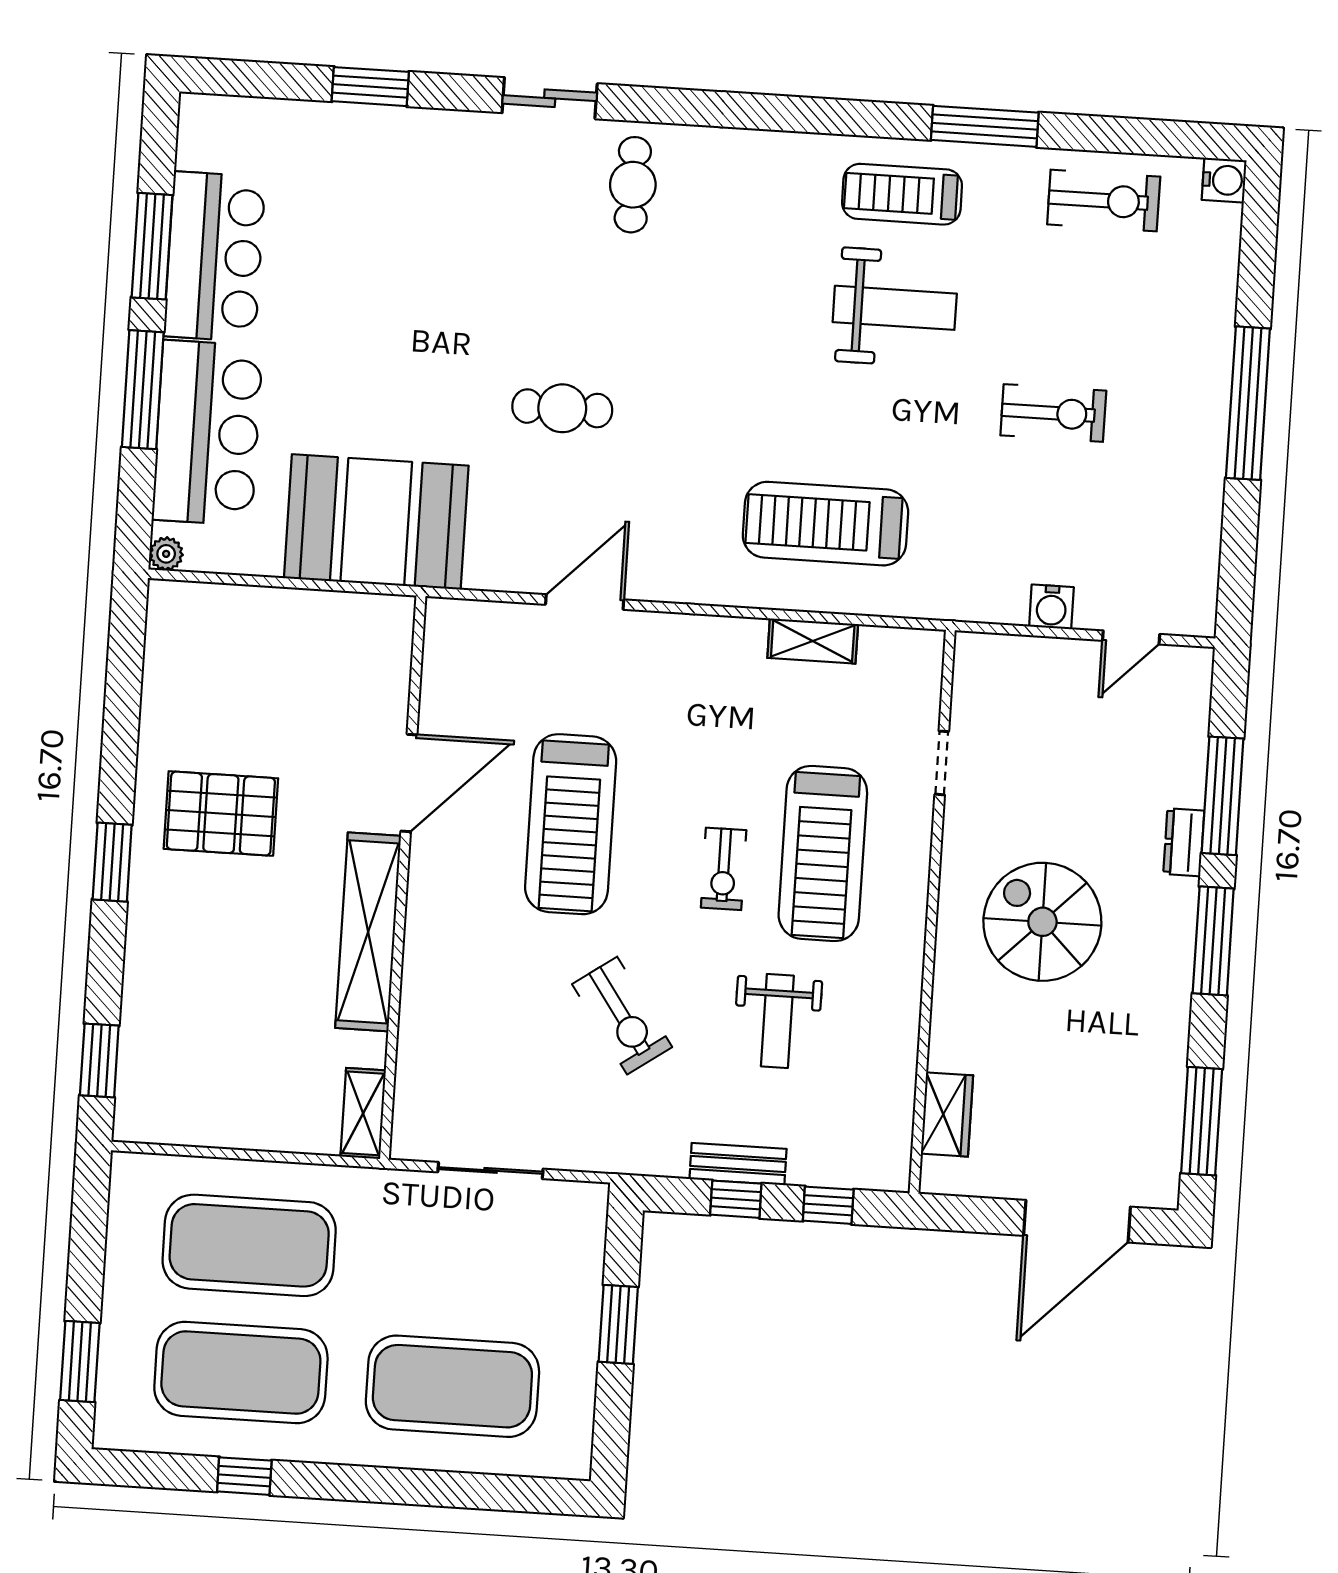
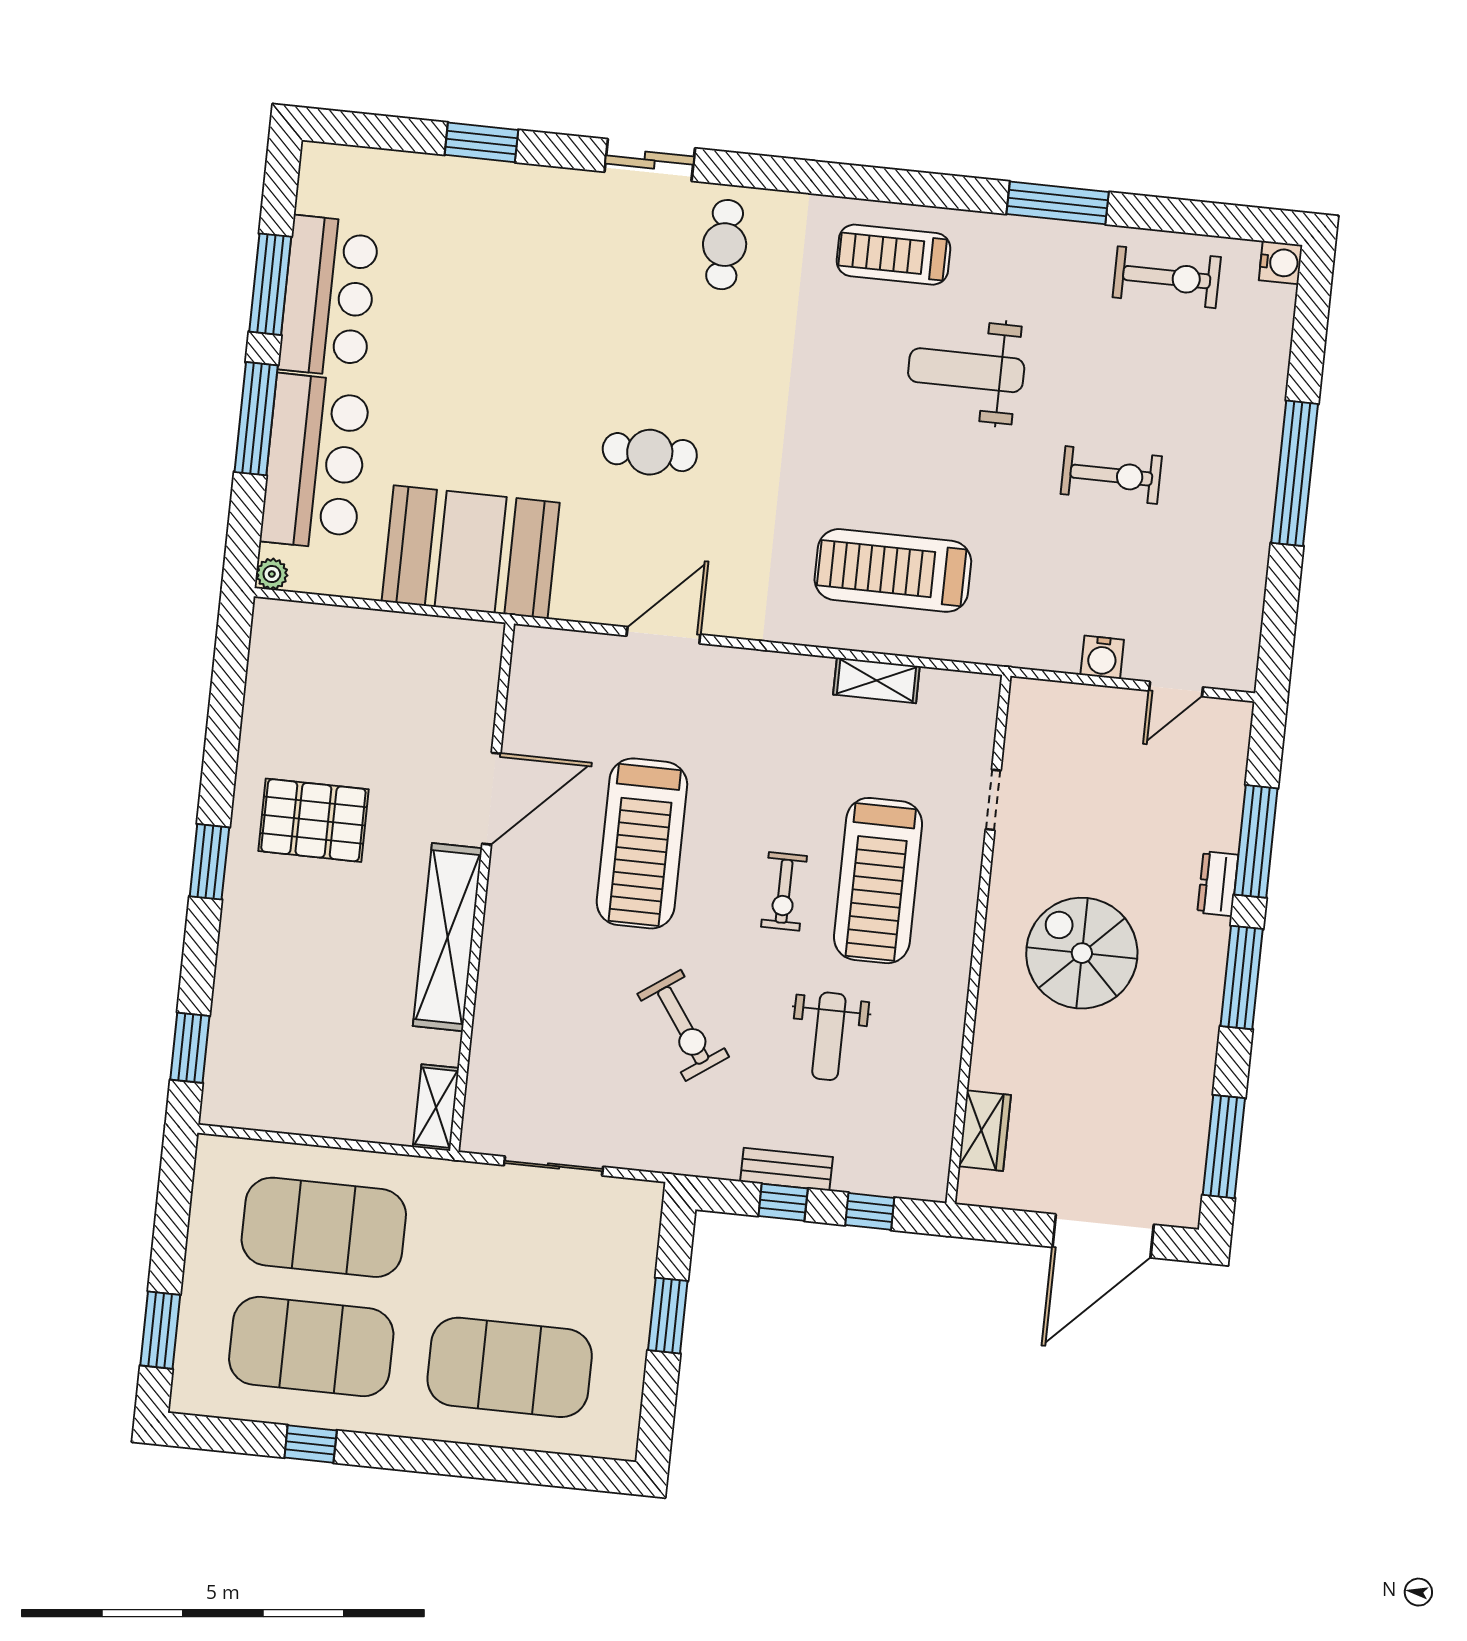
treadmill: (902, 194) -> (893, 255), moved
weight bench: (895, 308) -> (966, 370), turned 180

